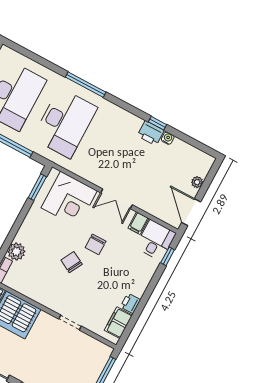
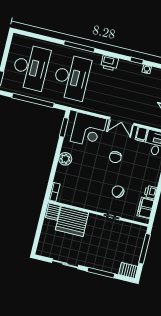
printer: (151, 133) -> (110, 63), moved
plant: (16, 252) -> (65, 159), moved
chair: (72, 262) -> (118, 192), moved

